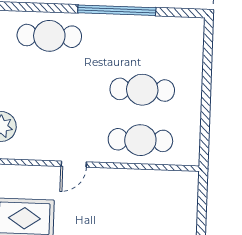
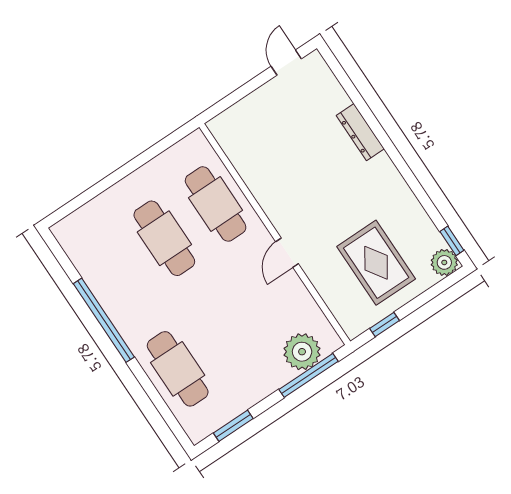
door: (74, 164) -> (287, 253), swing flipped

